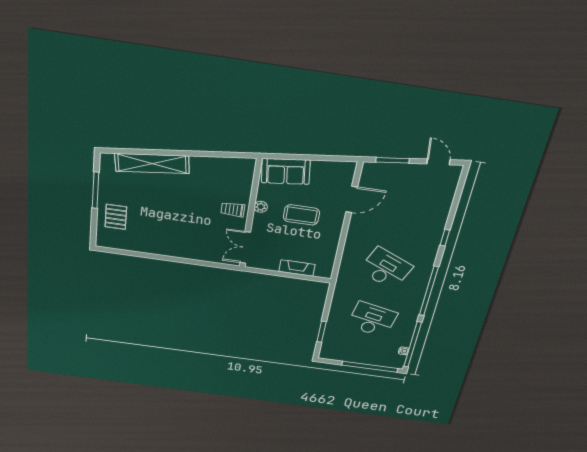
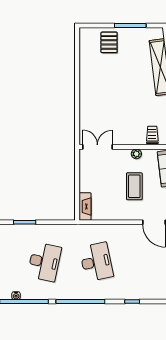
trolley: (233, 210) -> (152, 135), moved
pallet: (116, 217) -> (109, 42), turned 90
fireplace: (297, 268) -> (85, 206), moved
desk: (386, 268) -> (96, 262), turned -36

